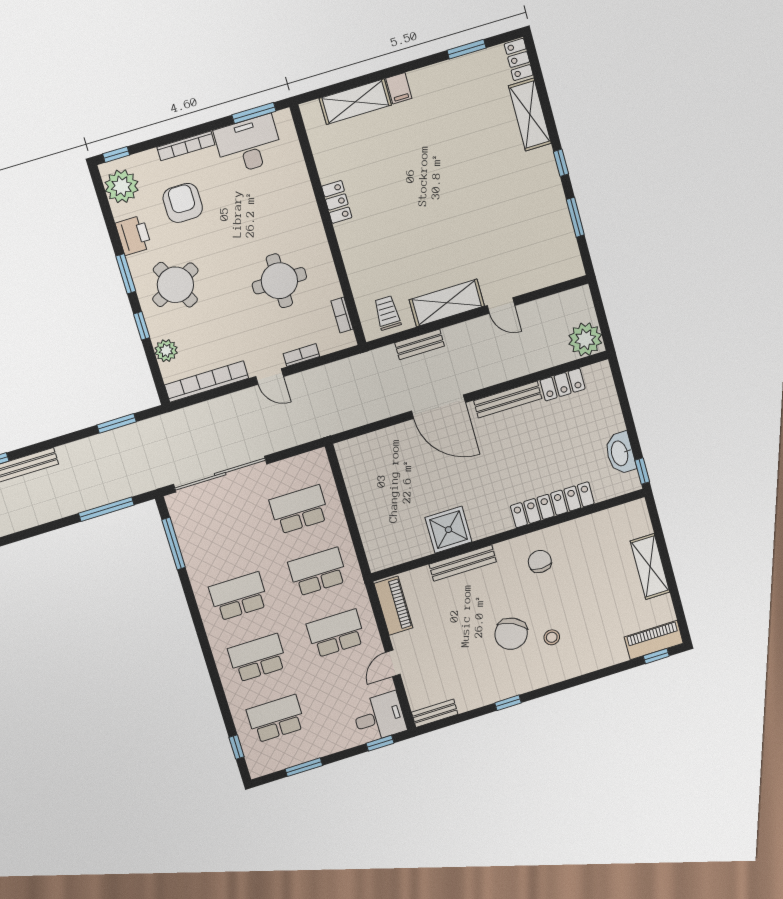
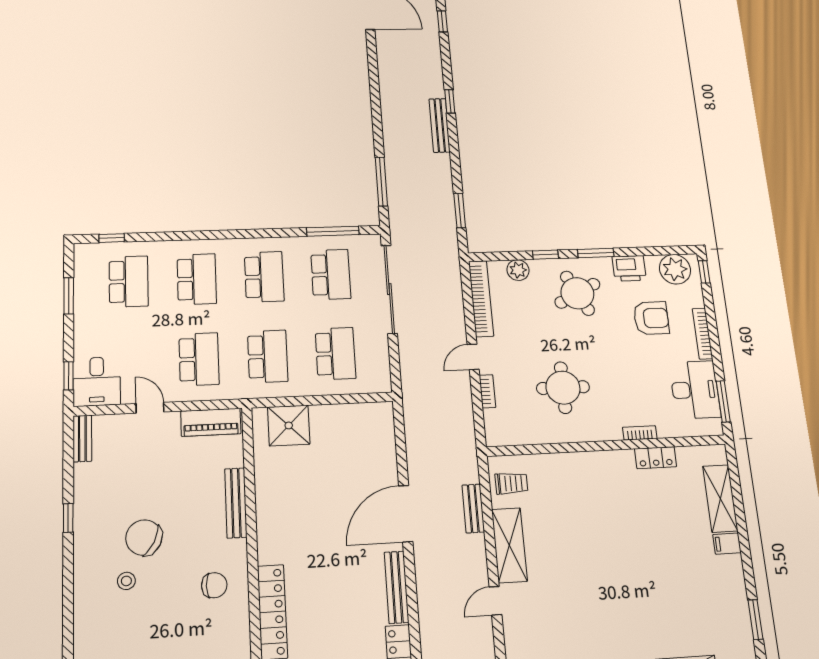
locker: (337, 202) -> (656, 458), moved
bookcase: (342, 315) -> (640, 433), moved
shower: (448, 530) -> (289, 425), moved
school desk: (220, 534) -> (331, 274), added

